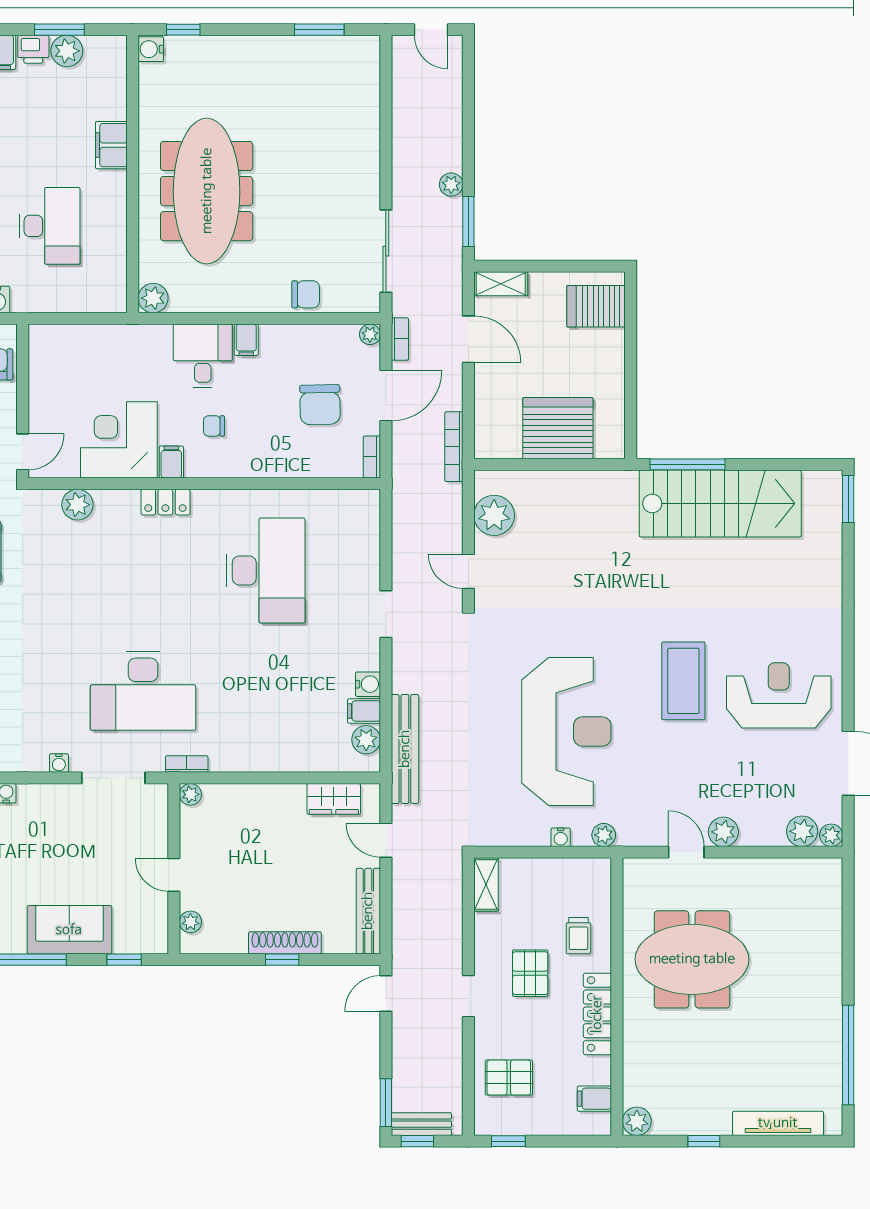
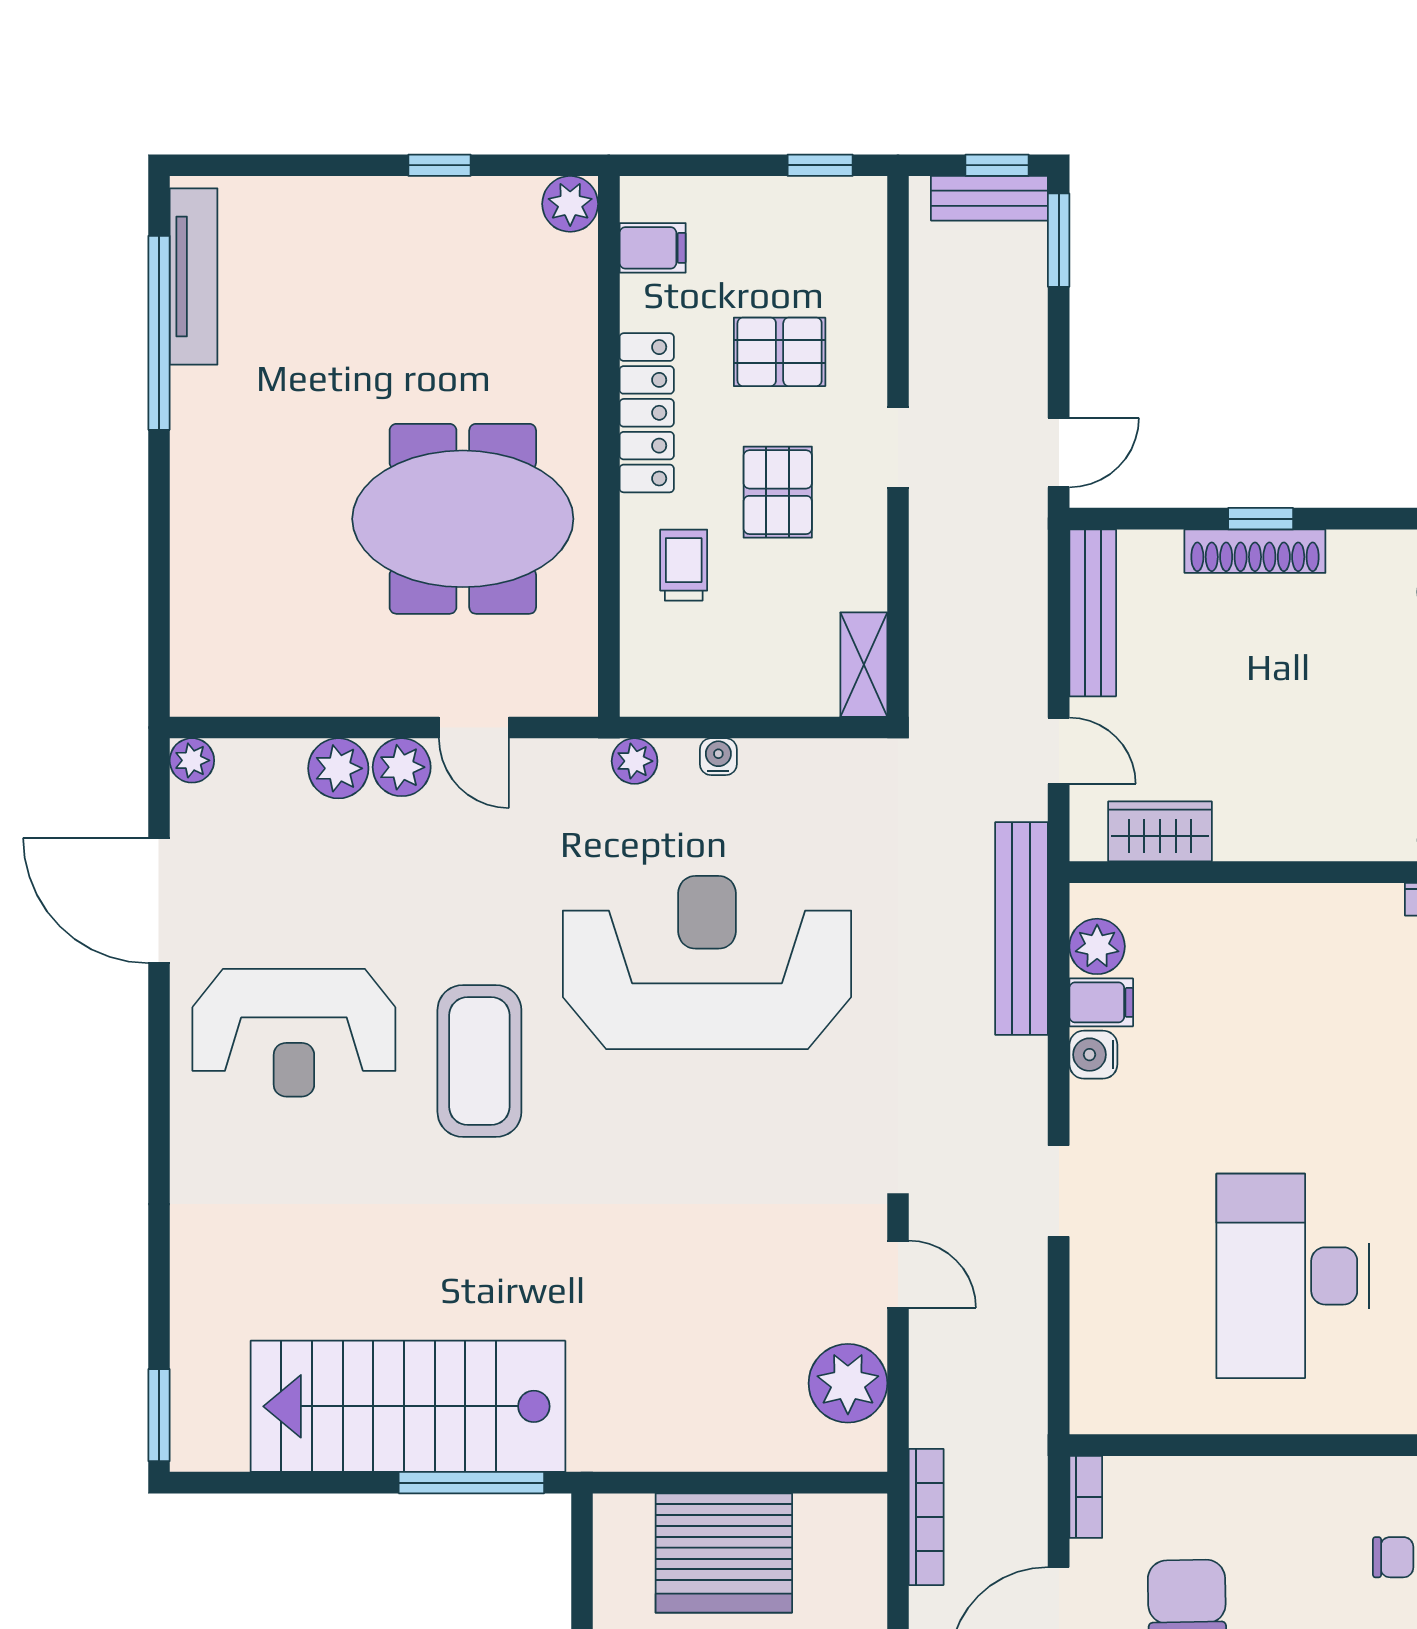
reception desk: (566, 731) -> (707, 963), turned 90
plant: (802, 831) -> (338, 768), moved
pallet: (509, 1078) -> (780, 352), moved
tv unit: (778, 1123) -> (194, 276), moved, turned -90

